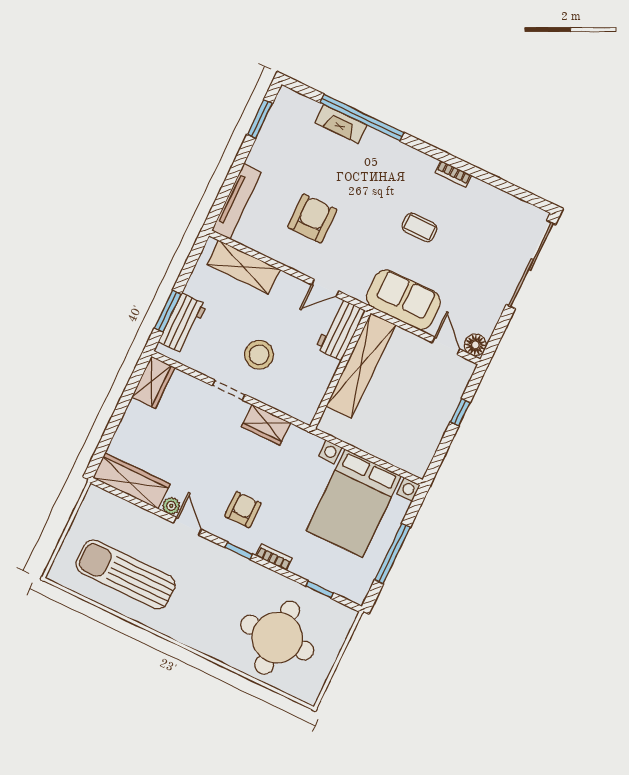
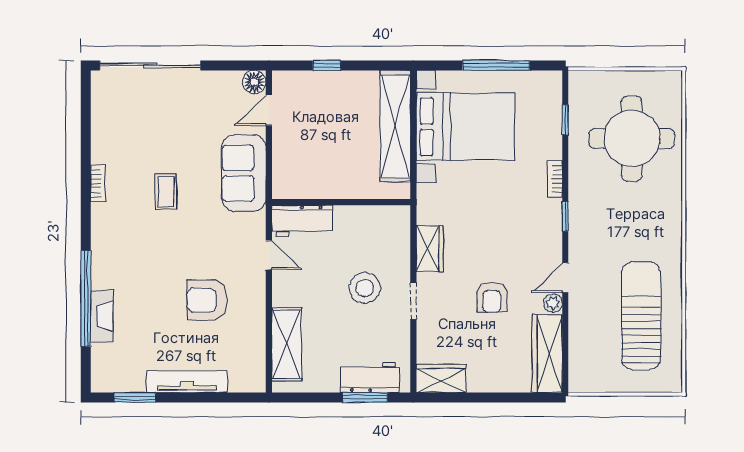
tv unit: (237, 201) -> (187, 382), moved
shelving: (361, 366) -> (395, 126), moved, turned 90
armchair: (243, 510) -> (492, 297), moved, turned -90
sun lounger: (126, 574) -> (641, 316), turned 180

